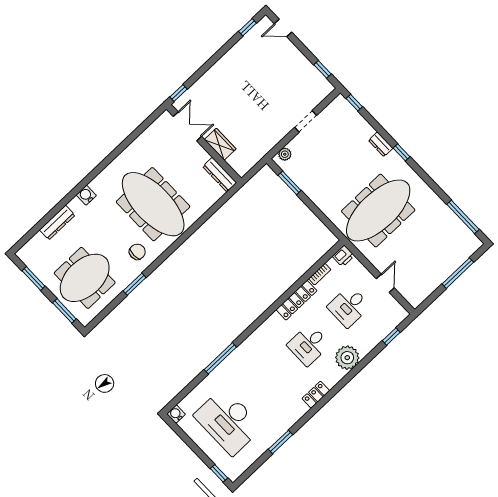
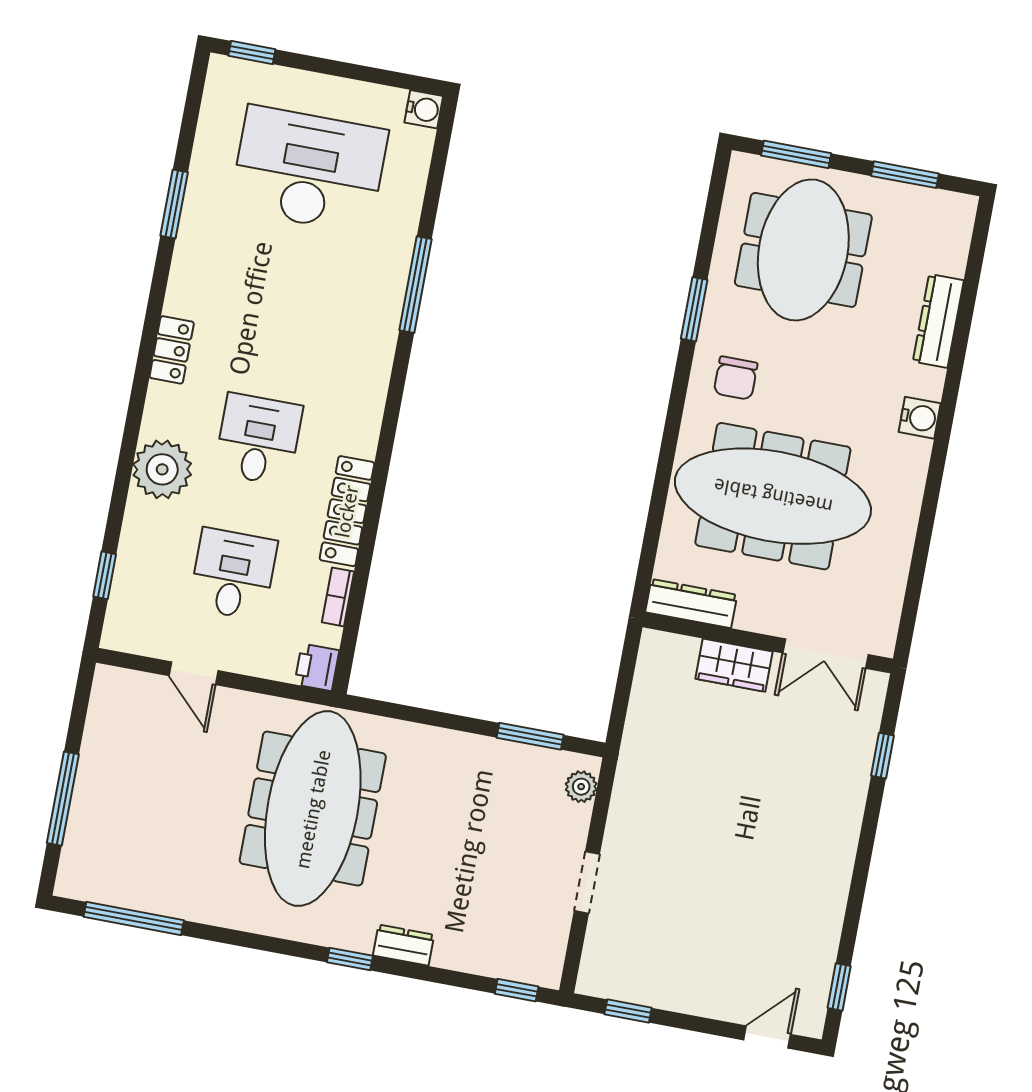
double door: (187, 126) -> (826, 654), moved
wall: (204, 144) -> (768, 643), moved
wardrobe: (220, 144) -> (734, 665), moved
dresser: (220, 175) -> (691, 603), moved

